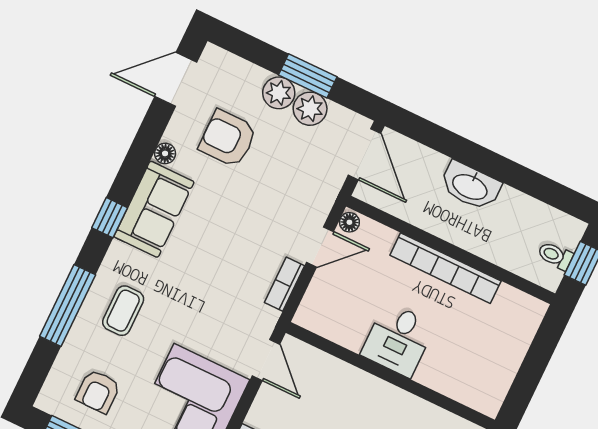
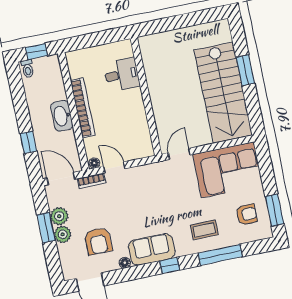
window: (456, 147) -> (28, 142), added
door: (365, 154) -> (61, 179), hinge flipped
washbasin: (470, 186) -> (62, 116), moved, turned 180
toilet: (555, 256) -> (28, 69), moved
bookcase: (284, 284) -> (91, 181), moved
desk: (398, 340) -> (122, 75), moved

